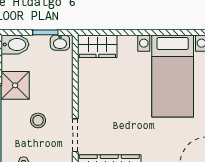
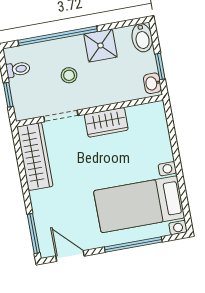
wardrobe: (97, 46) -> (106, 122), moved, turned -90

